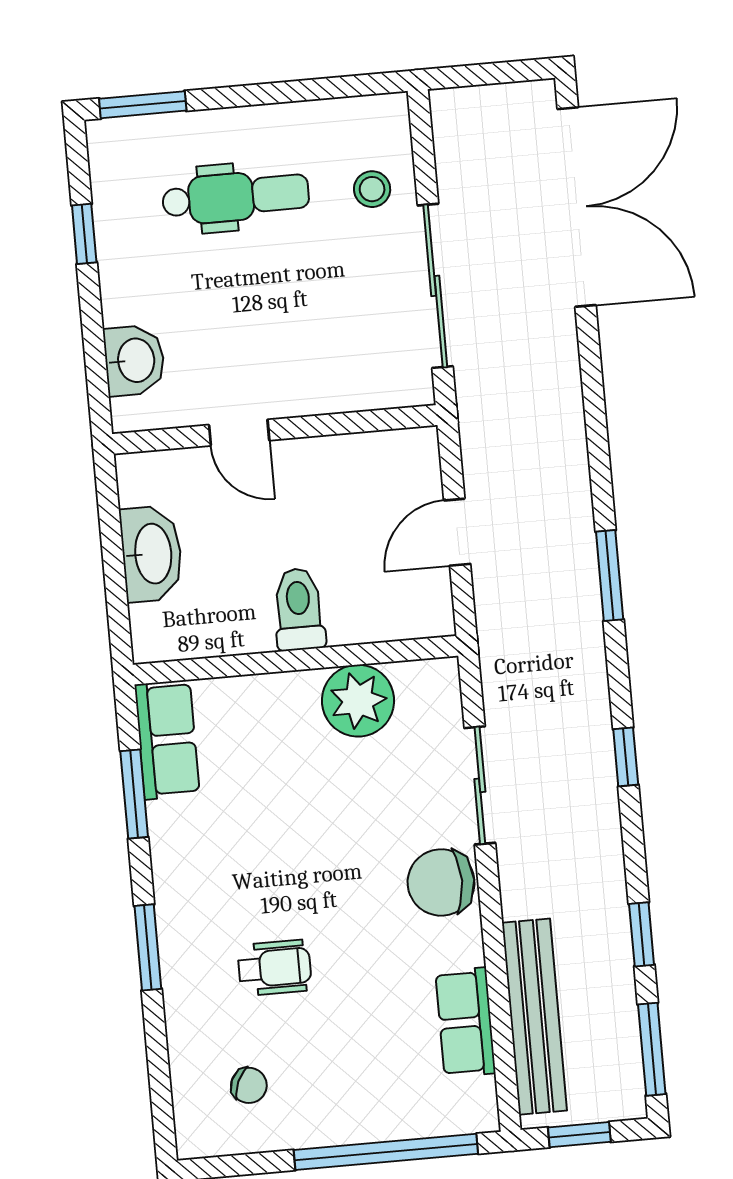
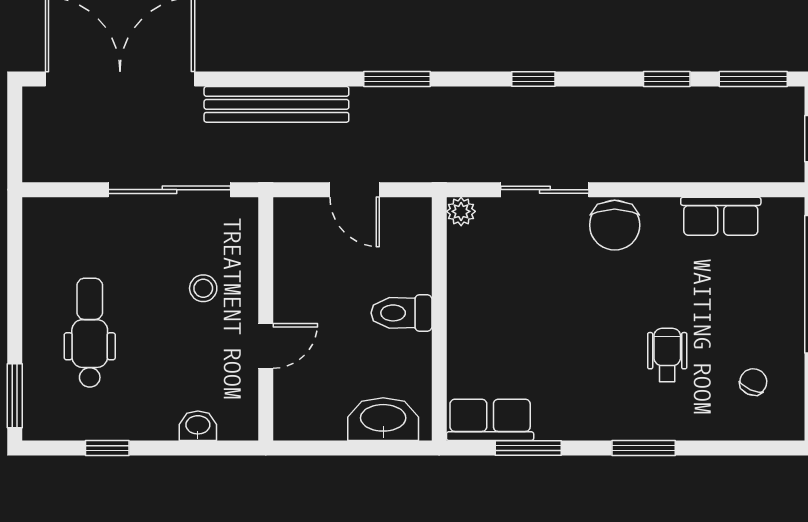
stool: (372, 189) -> (203, 288), moved
washbasin: (134, 360) -> (198, 426), width x0.72, depth x0.69
washbasin: (152, 554) -> (383, 419), moved
plant: (358, 701) -> (461, 211), moved, width x0.53, depth x0.53
bench: (534, 1017) -> (276, 104), moved

